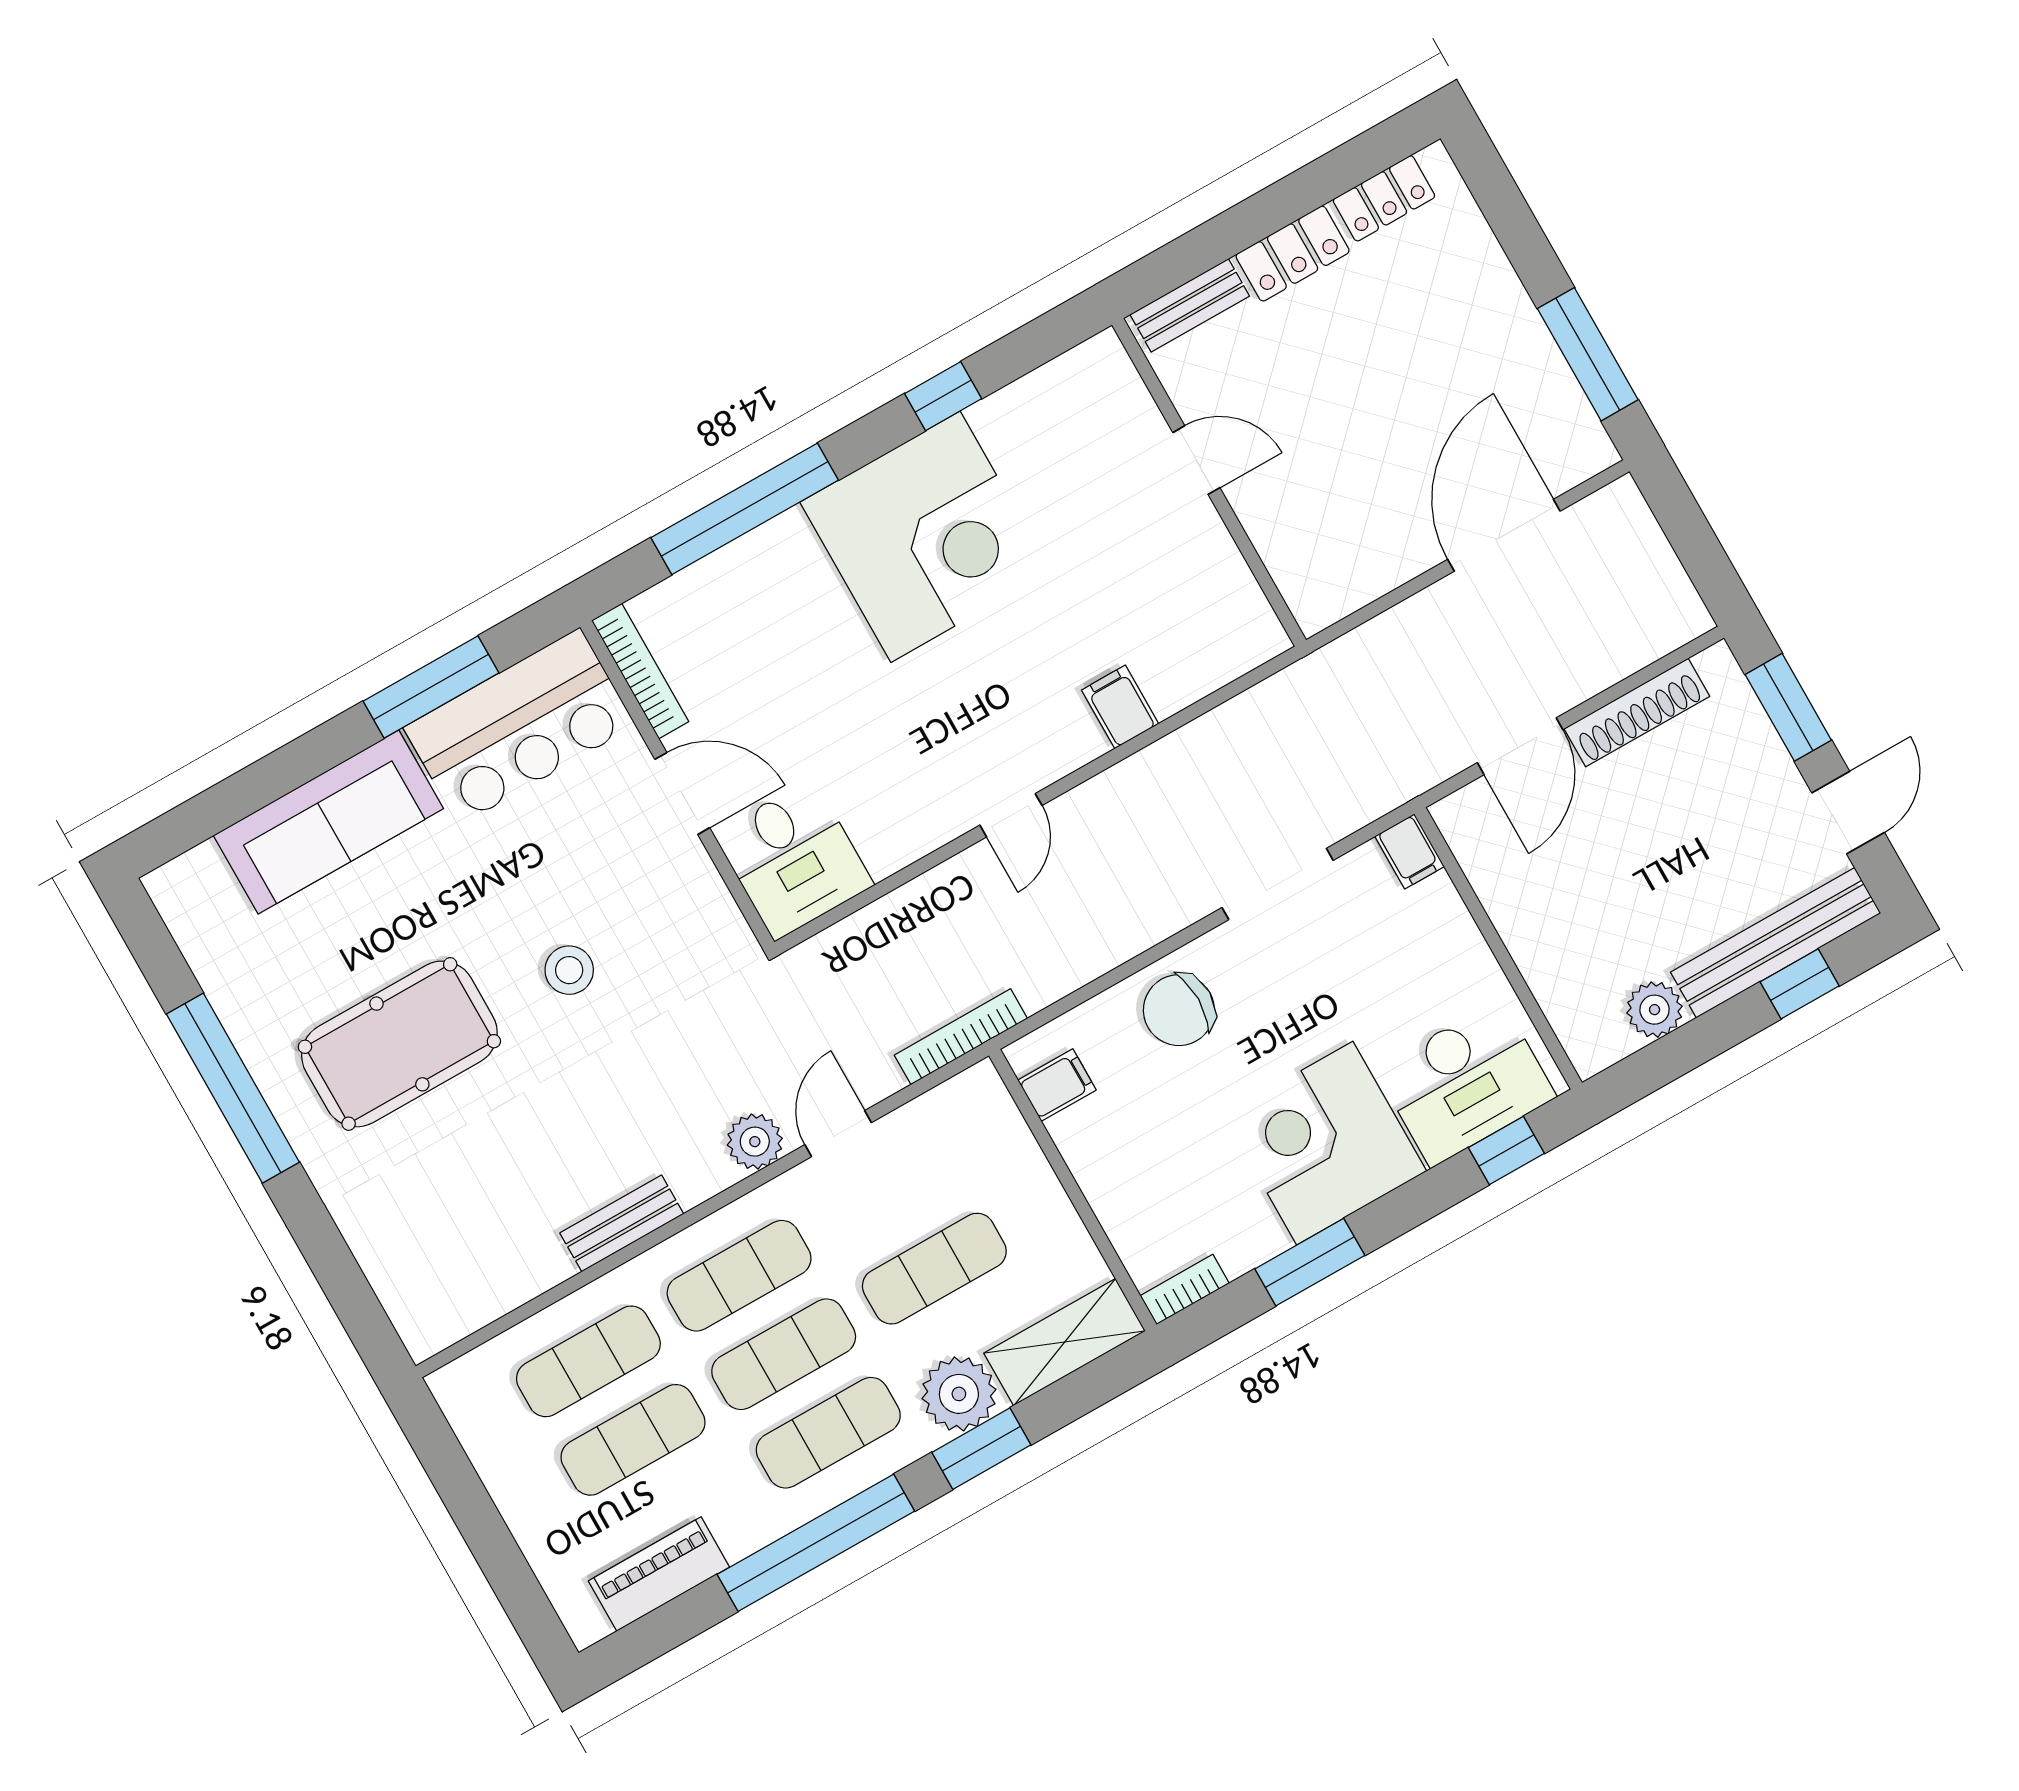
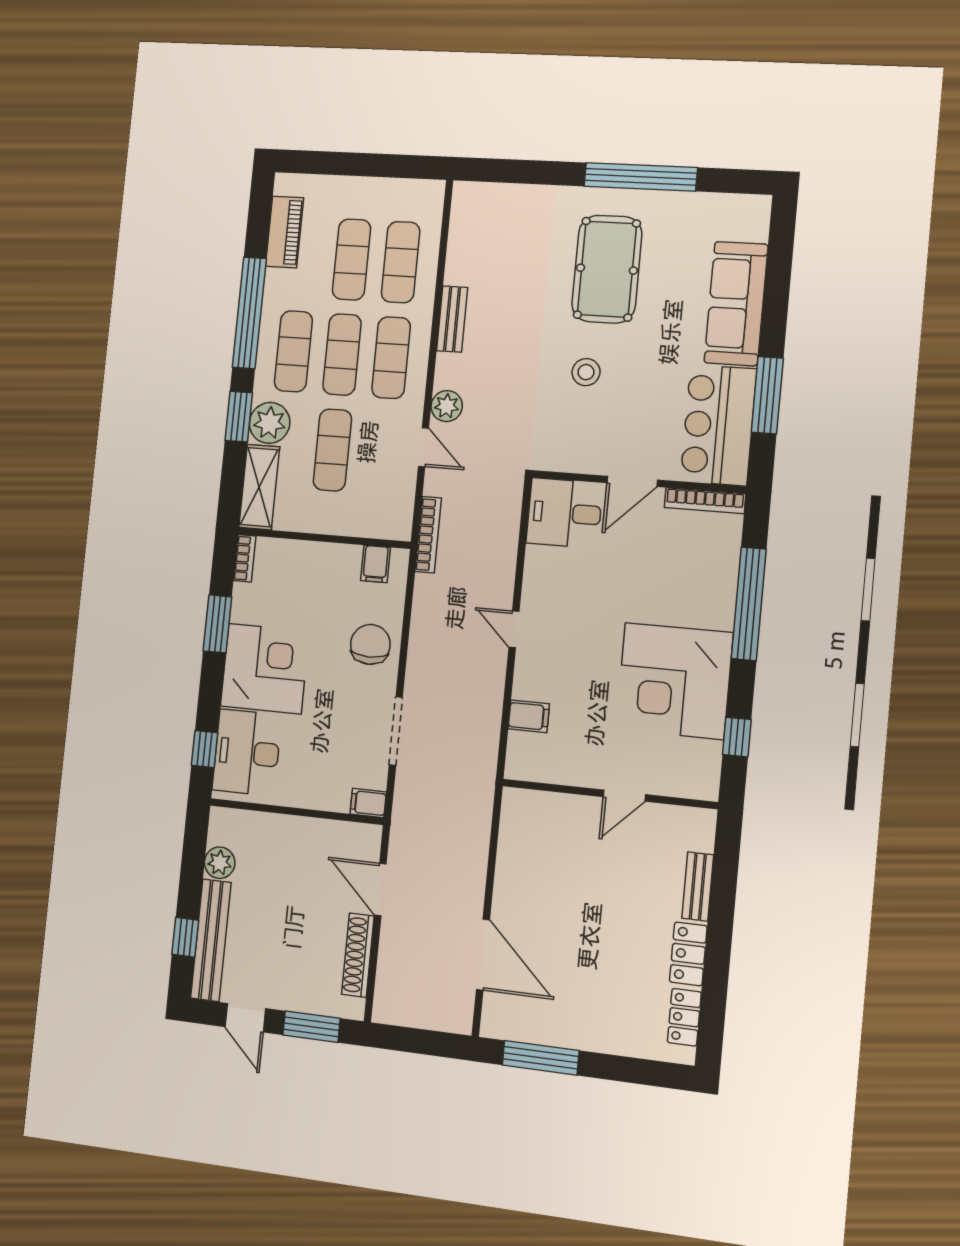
door: (1196, 460) -> (624, 796), moved
wall: (1209, 482) -> (609, 794), moved

